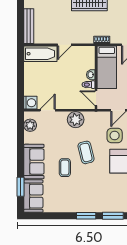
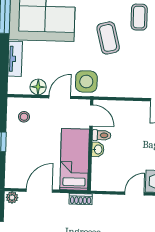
plant: (76, 120) -> (122, 86), removed
side table: (115, 136) -> (86, 81), moved

